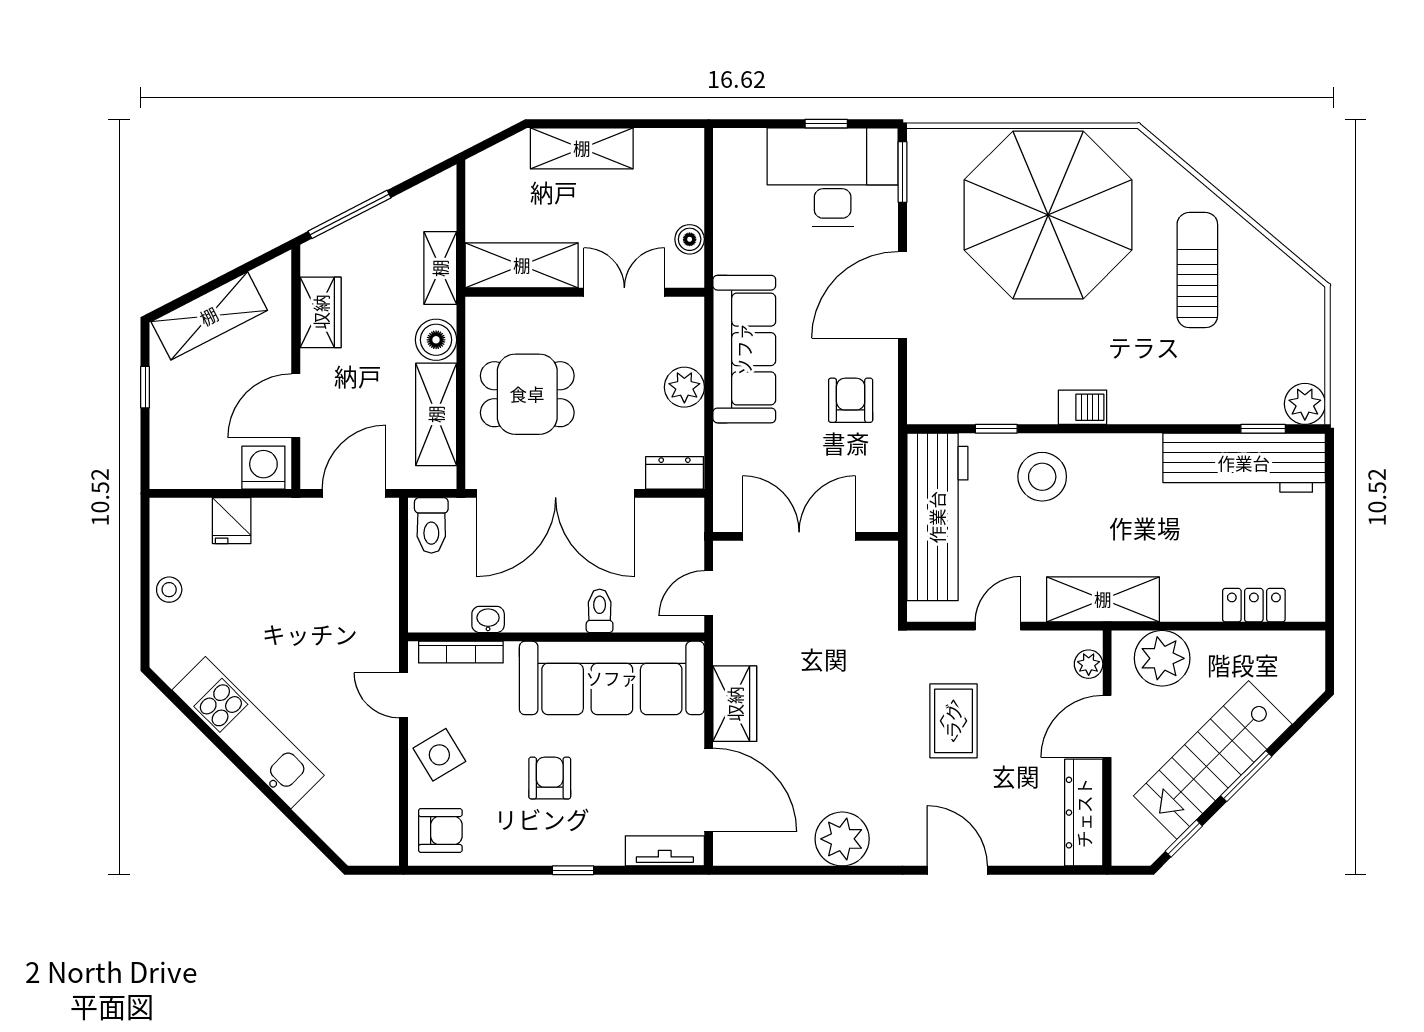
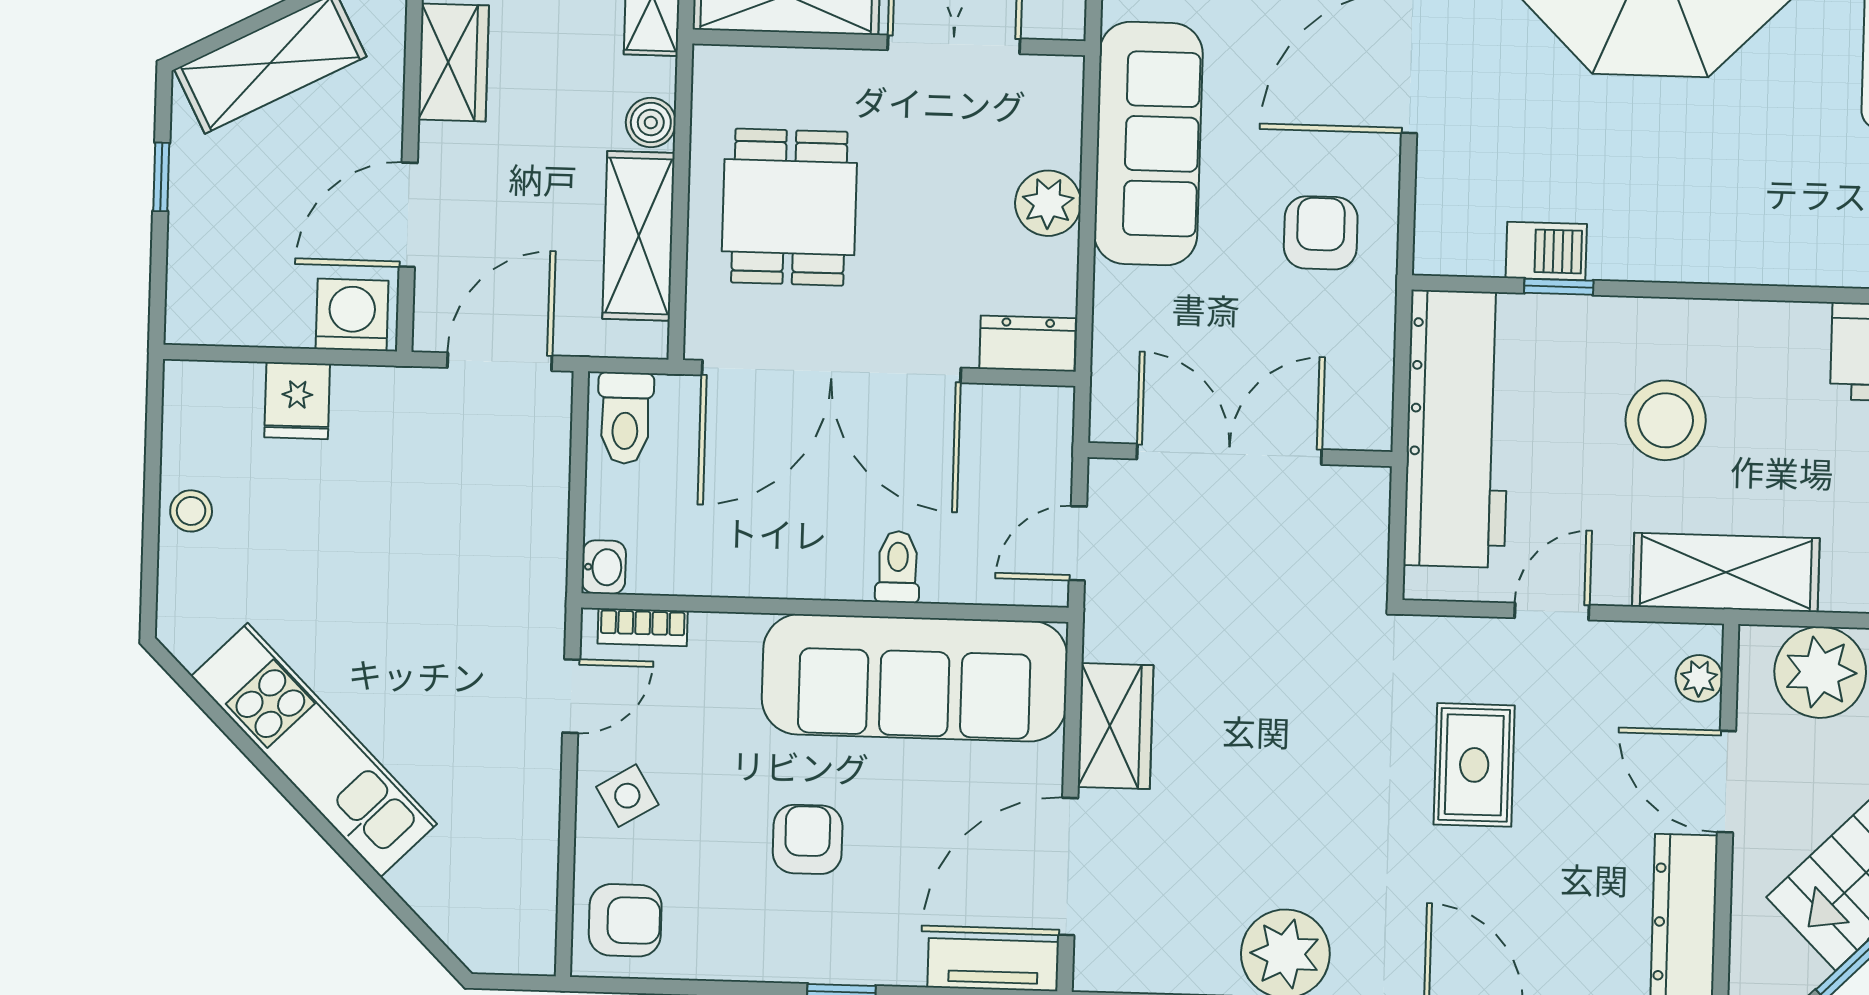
boiler: (436, 340) -> (651, 123), width x0.73, depth x0.73
dining table: (527, 394) -> (789, 207), turned 90
barbecue: (1083, 407) -> (1546, 251), moved
stool: (1042, 477) -> (1666, 420), moved
washbasin: (488, 619) -> (604, 567), moved, turned 90
bookcase: (461, 652) -> (643, 627), width x0.64
door: (403, 695) -> (571, 696), swing flipped
door: (1107, 726) -> (1726, 782), hinge flipped
side table: (439, 755) -> (627, 796), width x0.73, depth x0.73
door: (709, 790) -> (1068, 867), swing flipped

